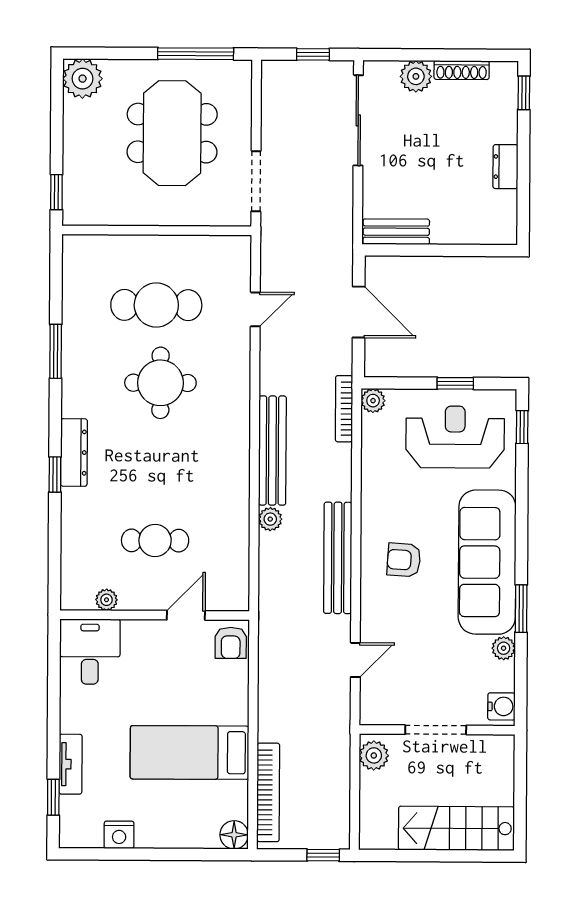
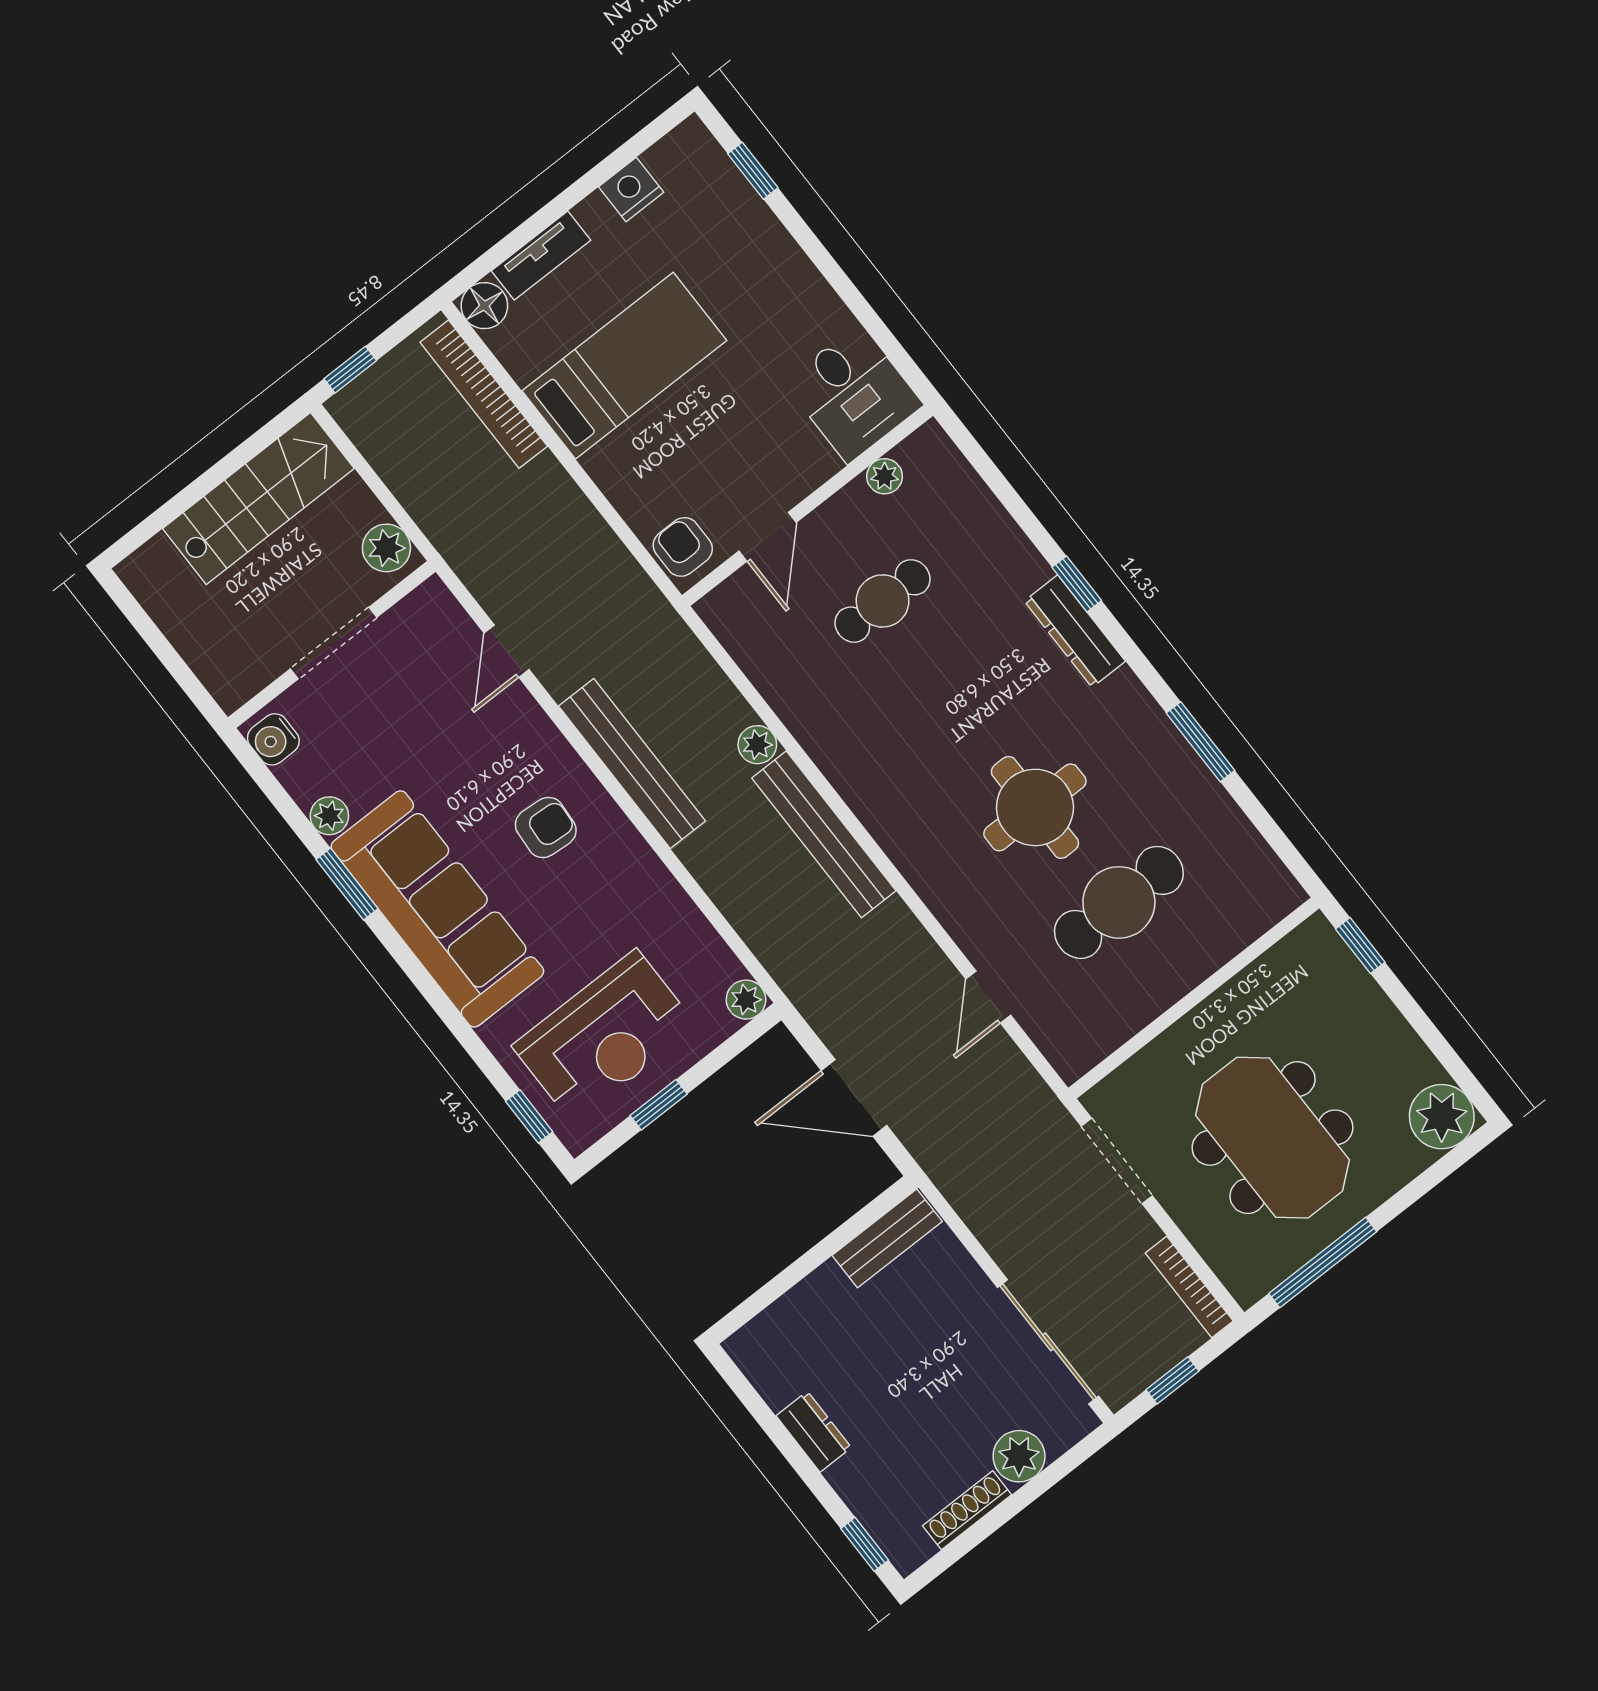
bookcase: (344, 409) -> (1189, 1287), moved, turned 180
tv unit: (71, 764) -> (541, 255), moved, turned -90
stairs: (456, 828) -> (258, 499), moved

